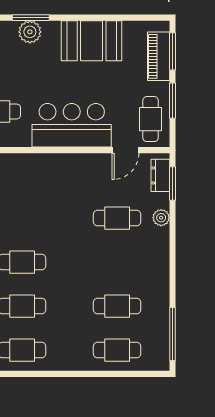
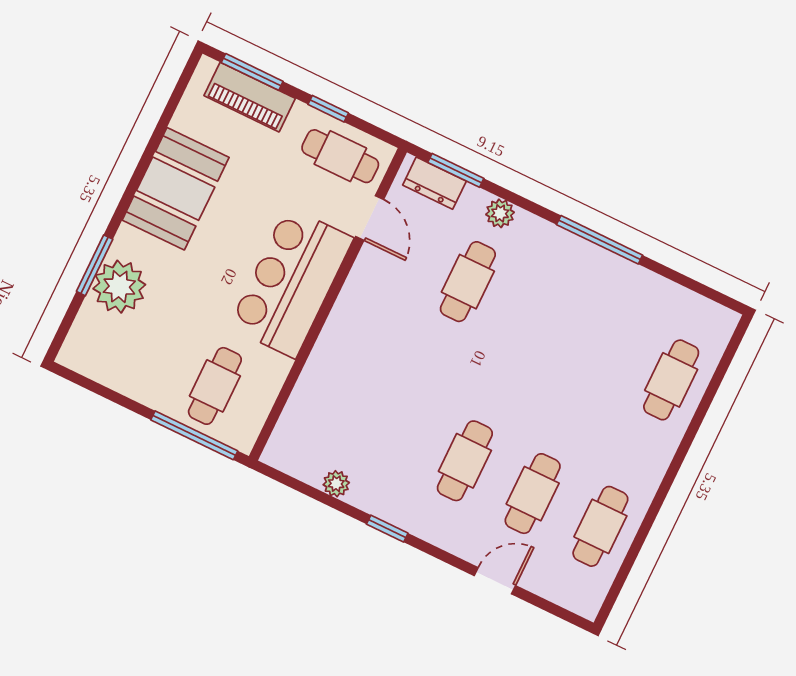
plant: (30, 32) -> (119, 287), width x1.36, depth x1.36
window: (172, 101) -> (328, 109), width x0.67
cafe table: (117, 306) -> (603, 347), removed
window: (172, 334) -> (600, 240), moved

